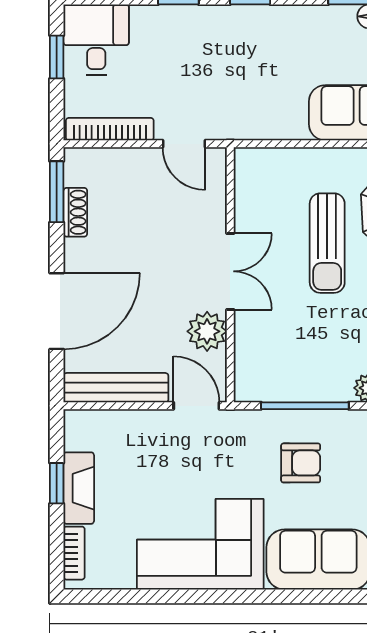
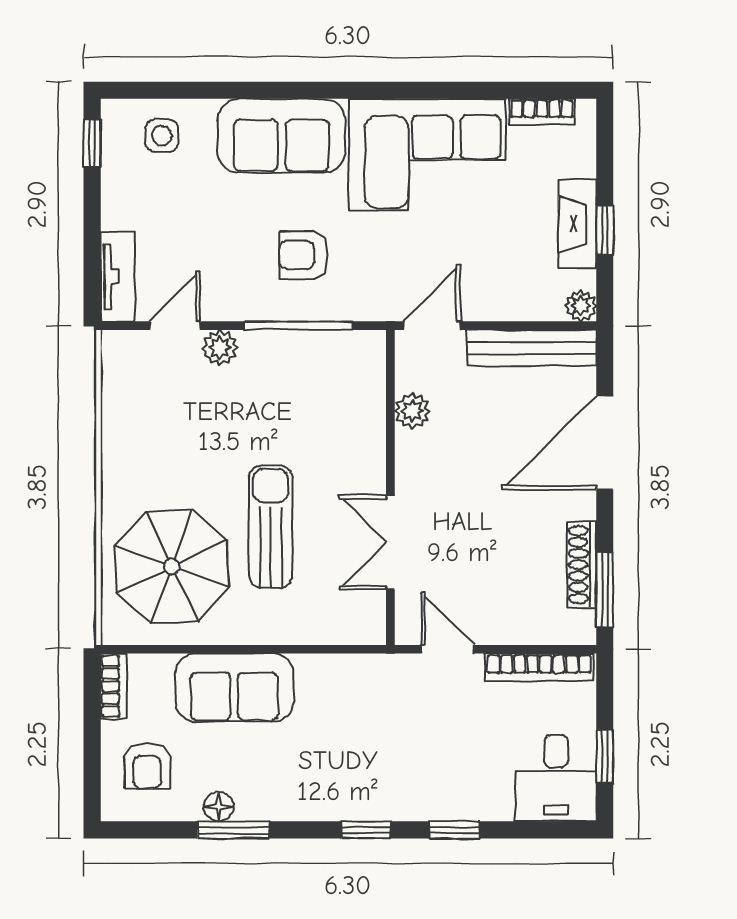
shoe rack: (75, 212) -> (582, 565), width x1.43
double door: (230, 271) -> (390, 543), moved
plant: (207, 331) -> (412, 411), width x0.73, depth x0.73
door: (196, 406) -> (432, 326), swing flipped
plant: (76, 422) -> (581, 306), added
bookcase: (74, 553) -> (542, 112), moved, turned -90

